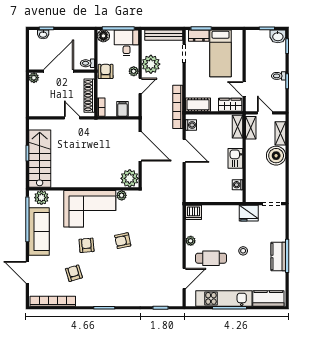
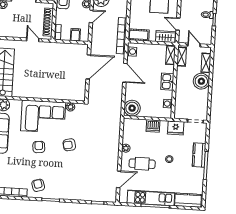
door: (140, 146) -> (88, 67), hinge flipped
plant: (130, 178) -> (78, 93), removed
boiler: (195, 193) -> (132, 108), added
dishwasher: (193, 212) -> (153, 126), moved
kitchen counter: (278, 257) -> (199, 155), moved
armchair: (74, 273) -> (38, 185), moved

